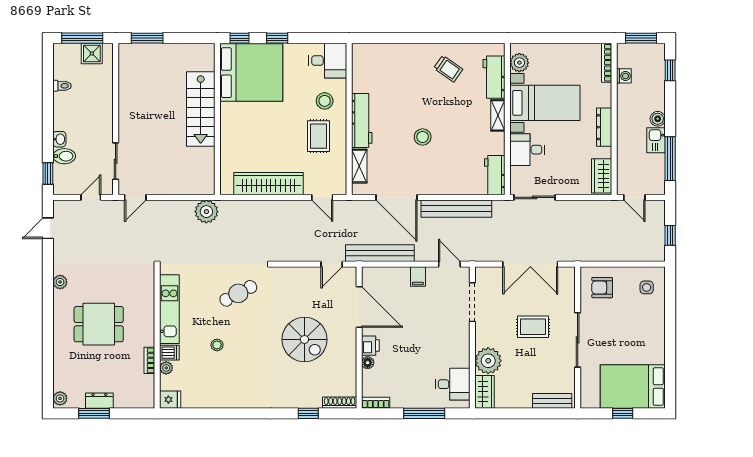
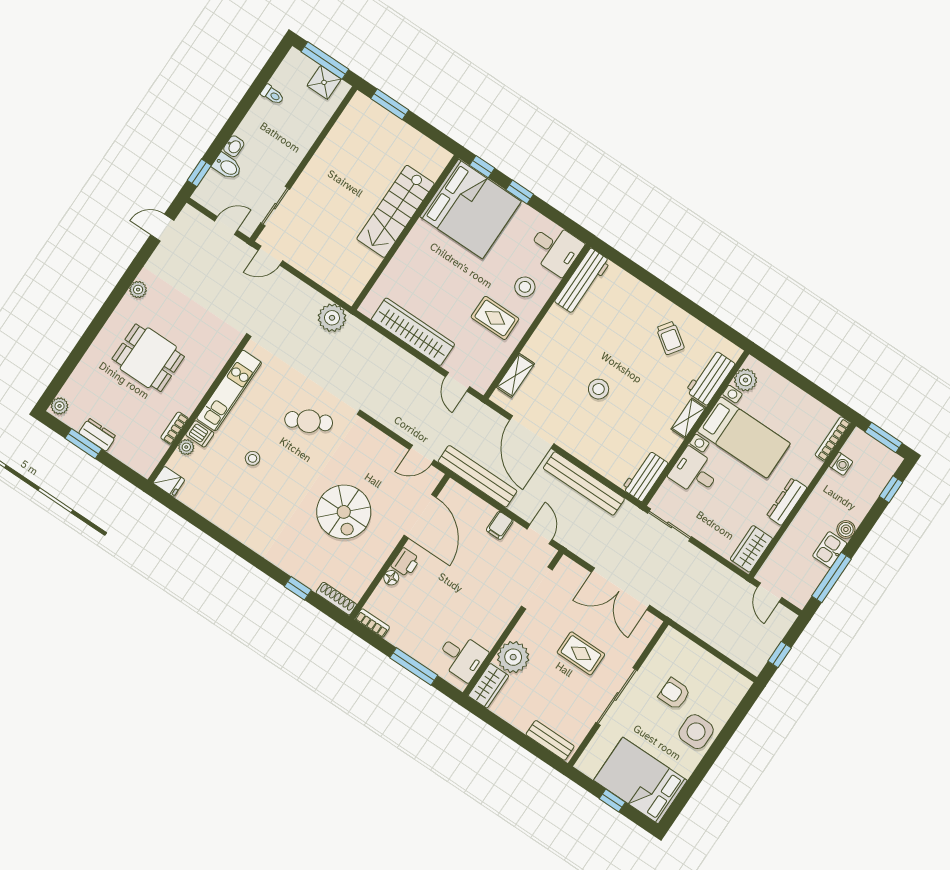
workbench: (362, 121) -> (583, 281), moved
rug: (318, 136) -> (495, 318), turned 90
side table: (647, 287) -> (696, 732), moved, width x1.87, depth x1.87
armchair: (602, 288) -> (674, 694), moved

